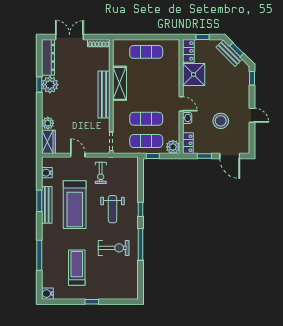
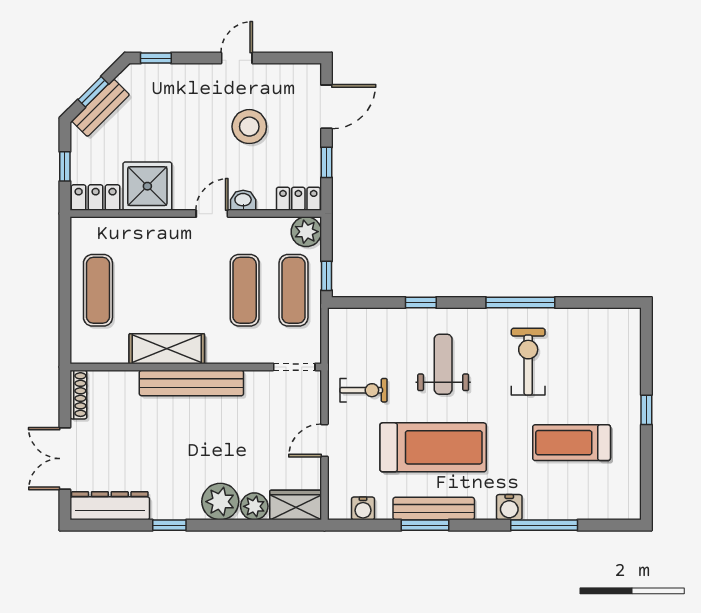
plant: (50, 85) -> (220, 502), moved
weight bench: (113, 209) -> (443, 364), turned -90
window: (141, 209) -> (421, 302), moved
water cooler: (47, 294) -> (509, 507), moved

